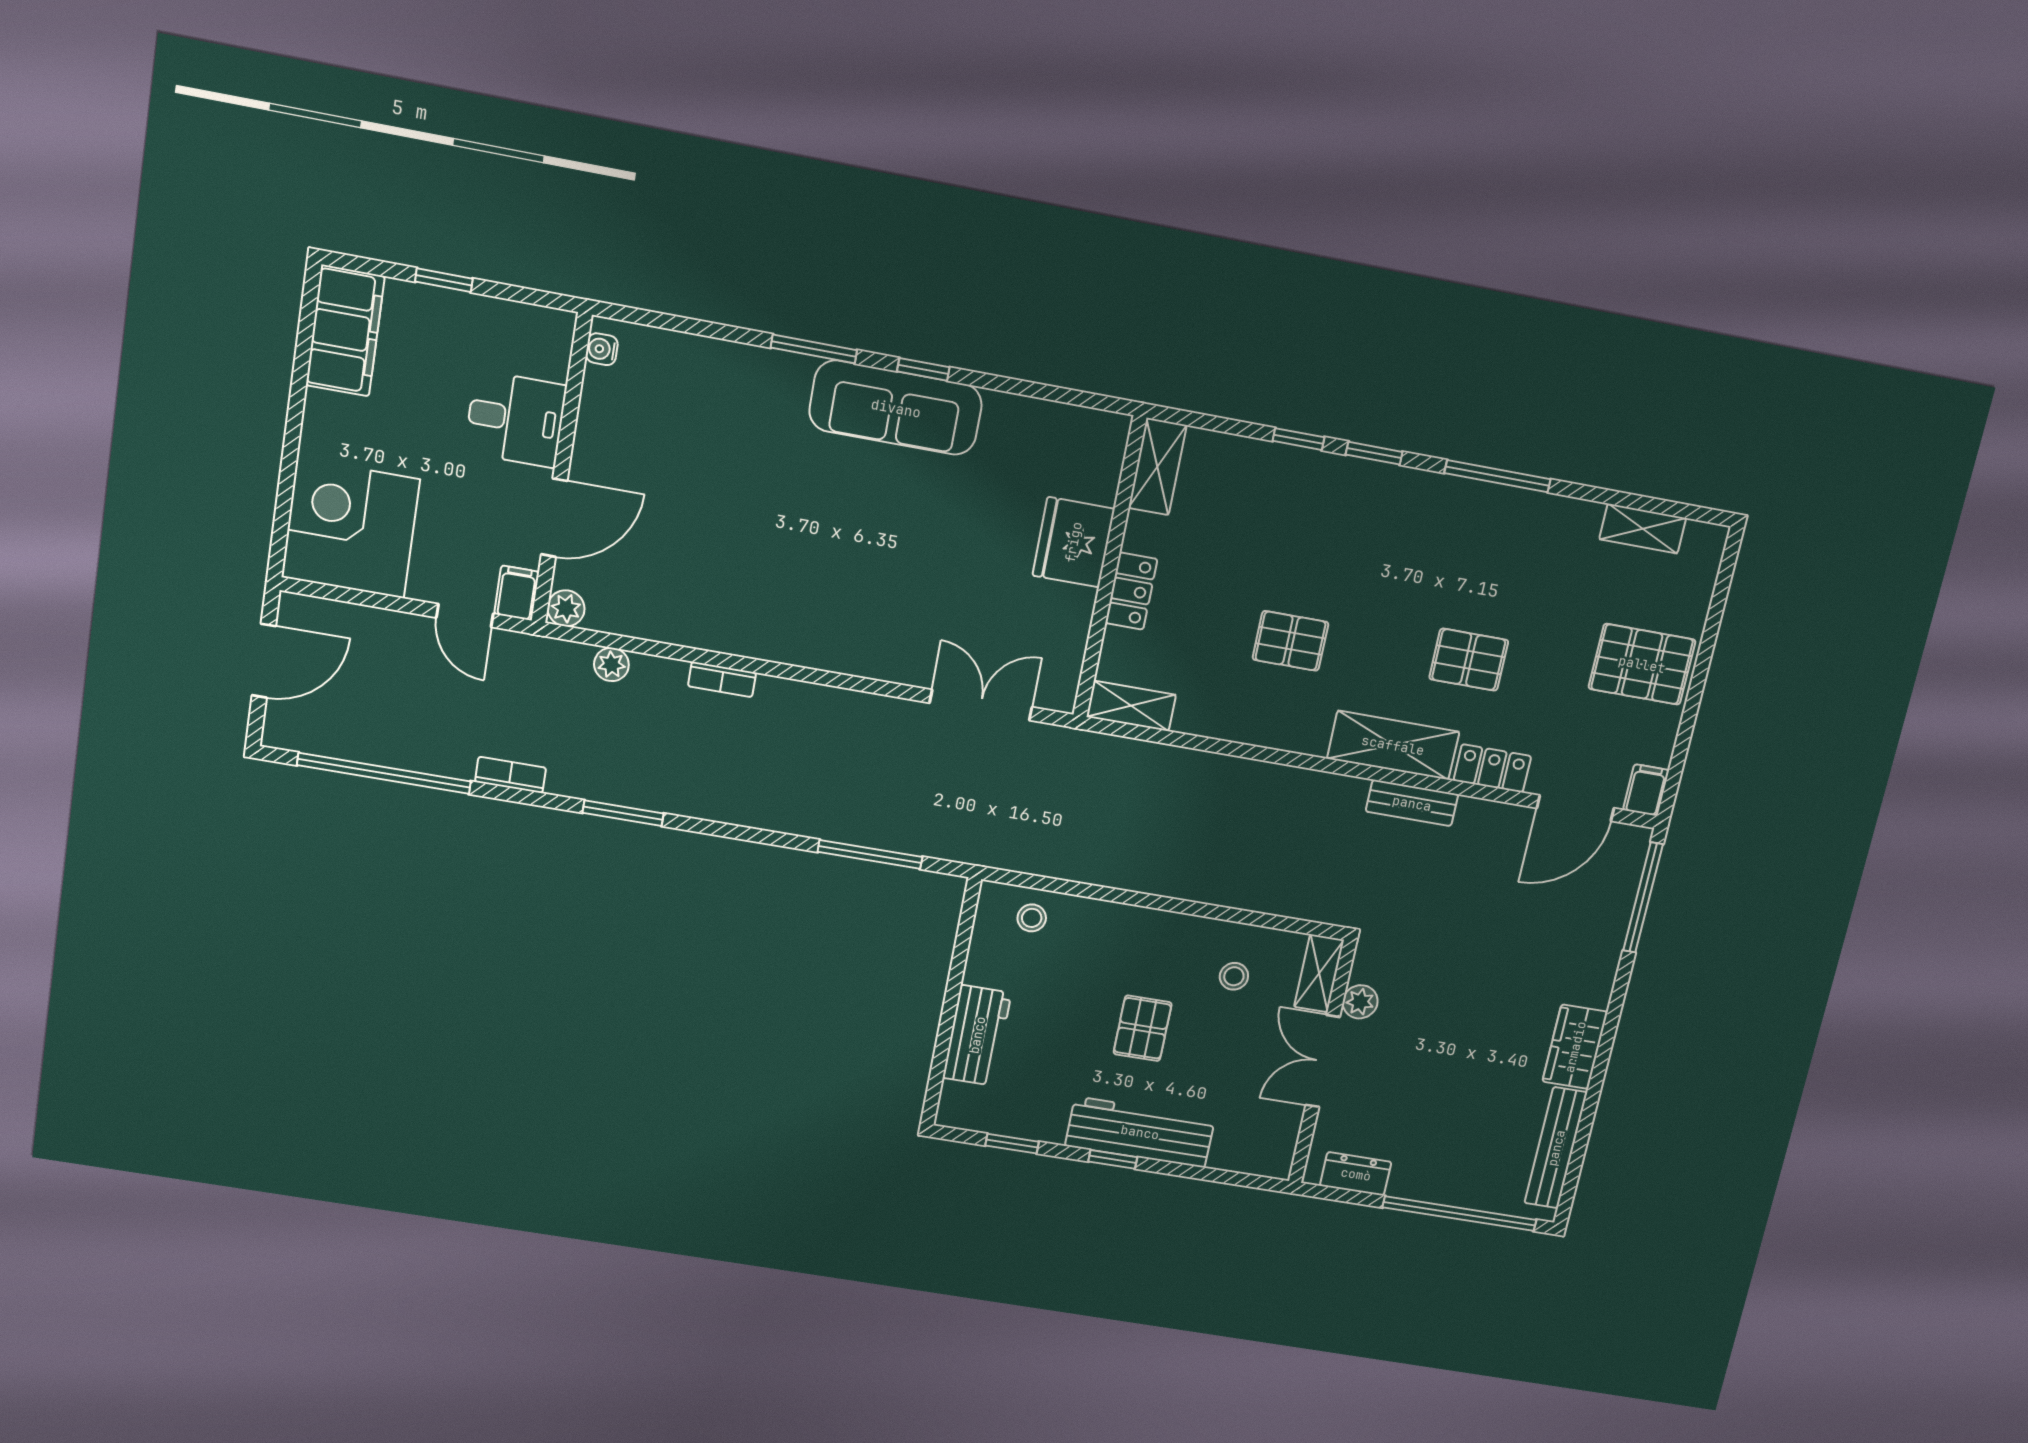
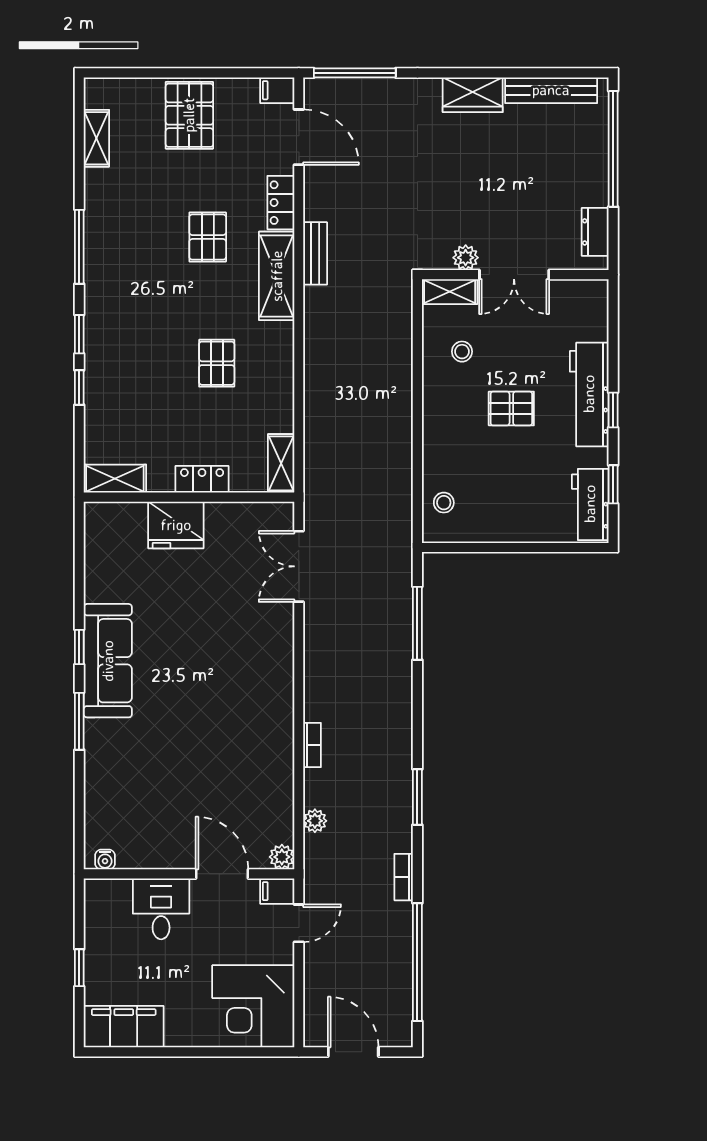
workbench: (977, 1035) -> (590, 504), moved, turned -90

